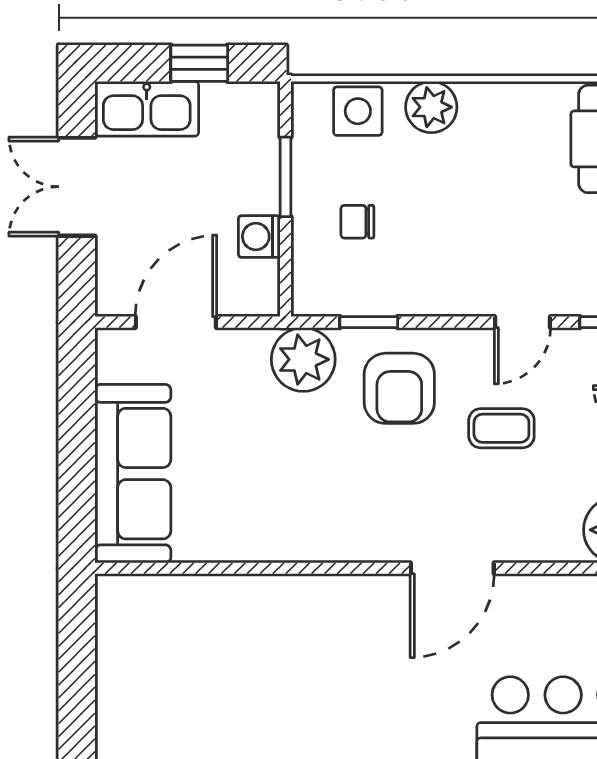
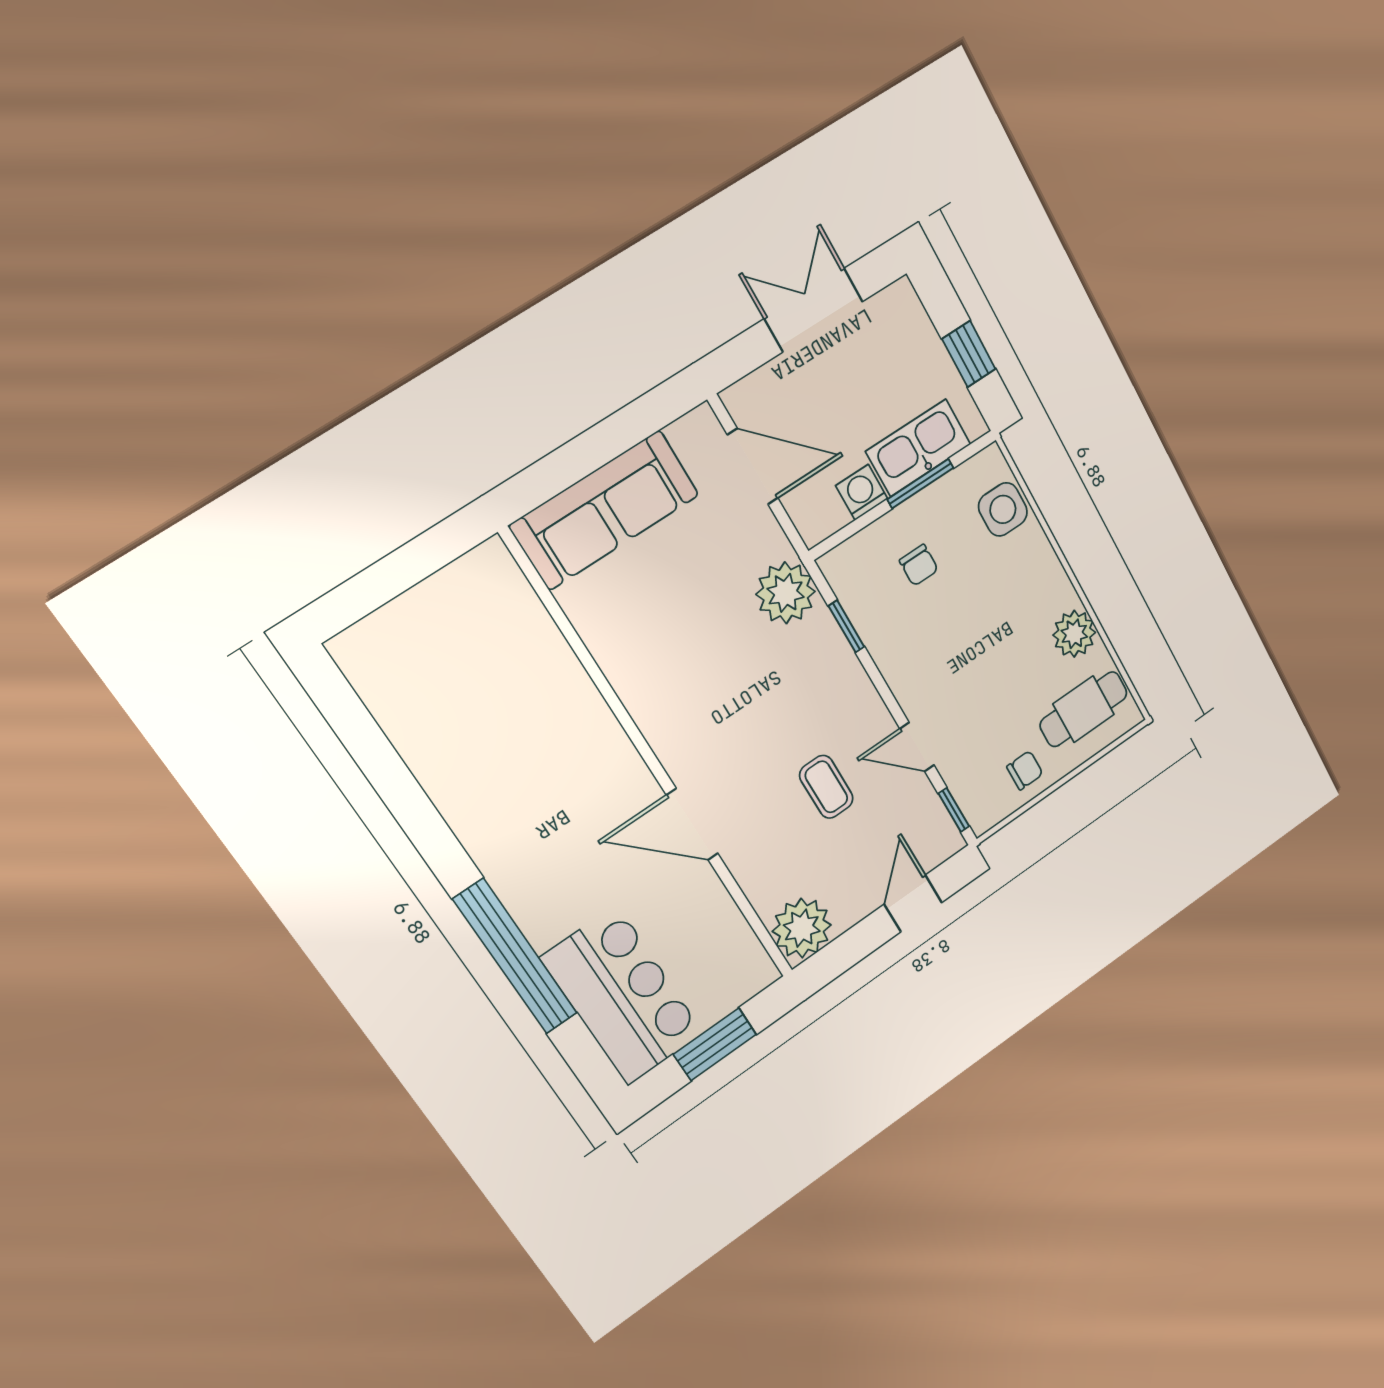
plant: (431, 107) -> (1074, 634), moved
kitchen sink: (147, 109) -> (918, 448), moved, turned 90
chair: (357, 222) -> (919, 565), turned 180
armchair: (399, 388) -> (809, 686), removed

